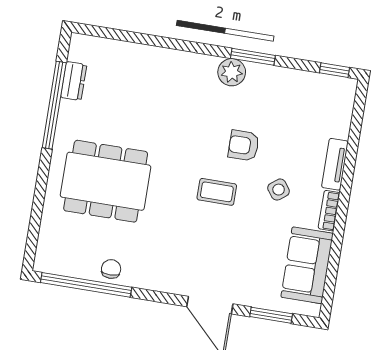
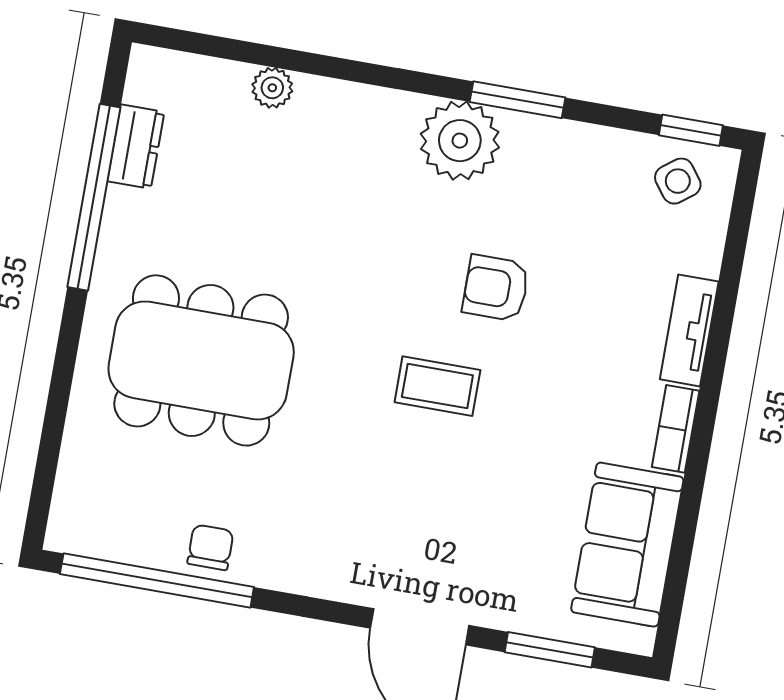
plant: (137, 53) -> (272, 88), added
plant: (232, 72) -> (460, 141), width x1.36, depth x1.36
side table: (279, 190) -> (678, 181), moved

